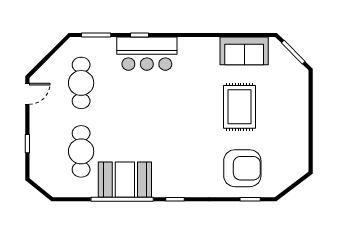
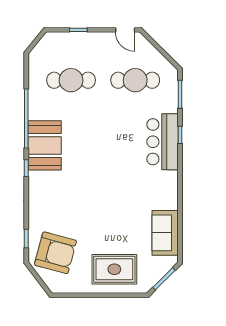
rug: (239, 107) -> (114, 269), moved
armchair: (242, 168) -> (55, 253), moved, turned -75
booth: (125, 180) -> (45, 145), moved

